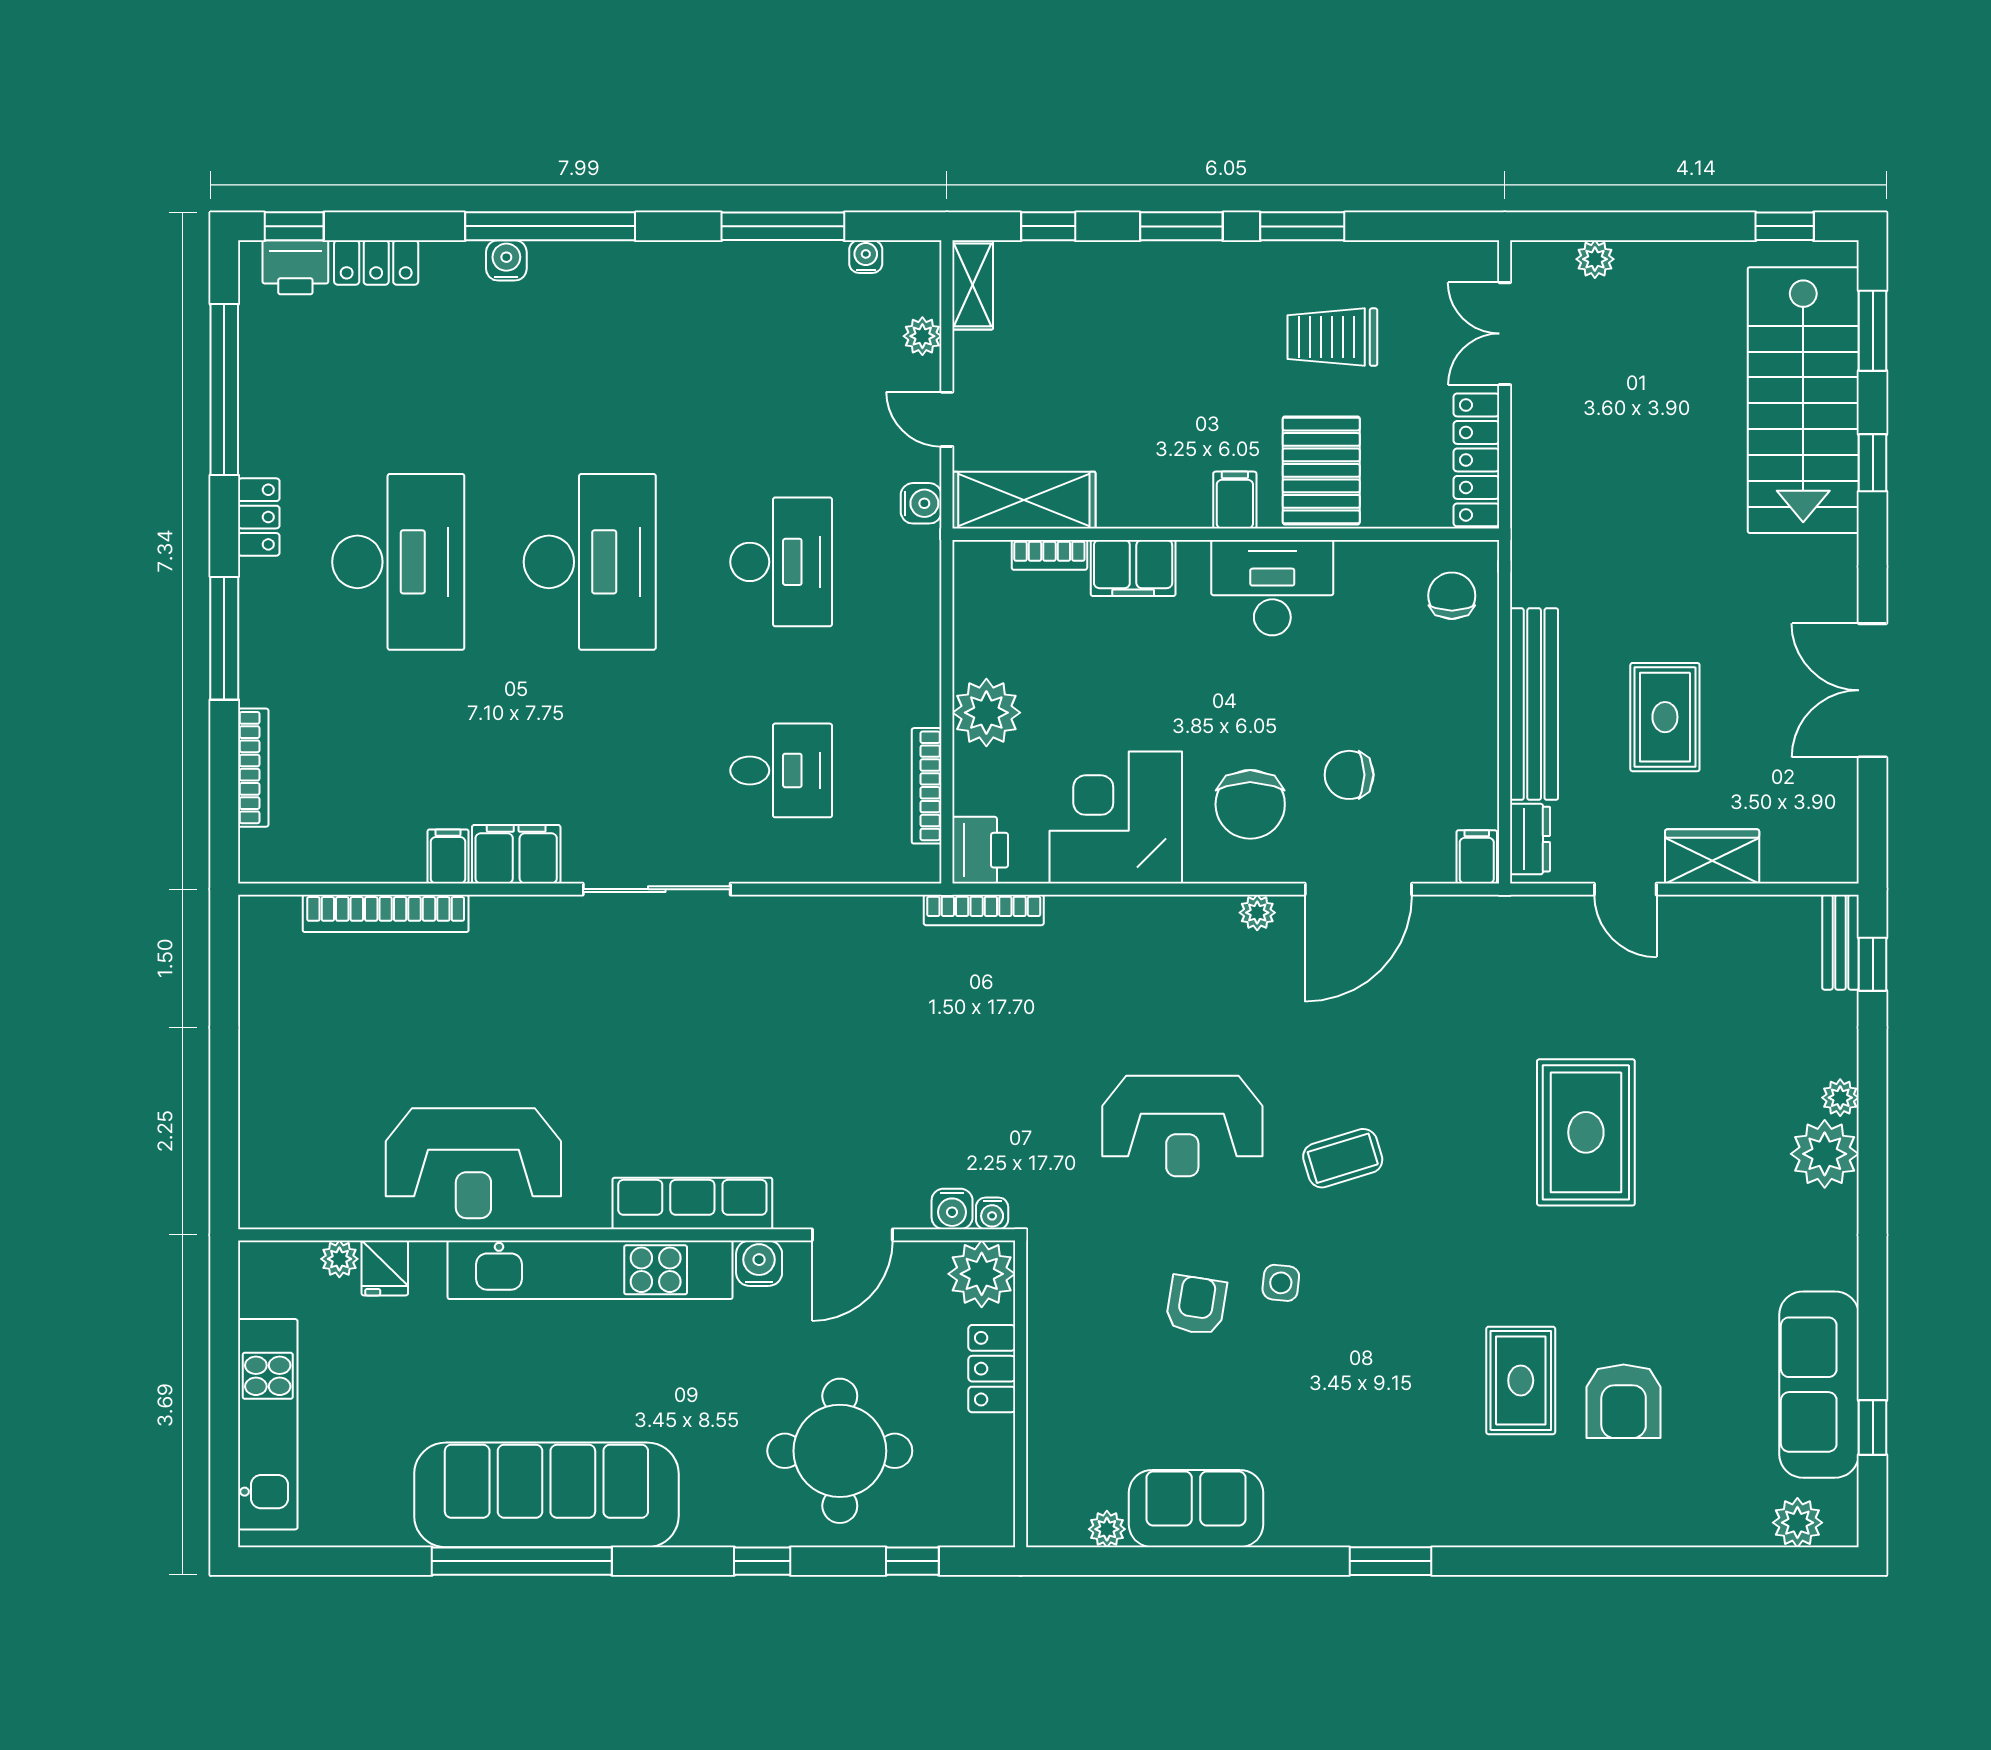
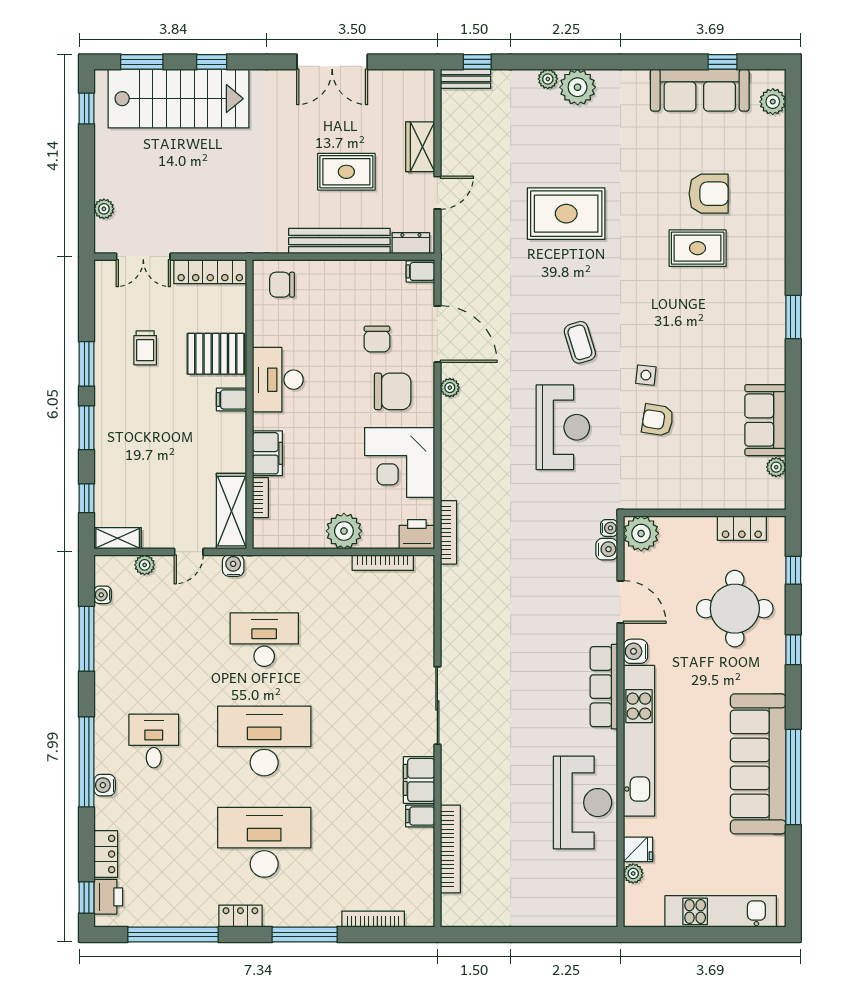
trolley: (1332, 337) -> (145, 348), width x0.73, depth x0.72
desk: (781, 770) -> (154, 741), moved
locker: (992, 1369) -> (742, 528), moved

